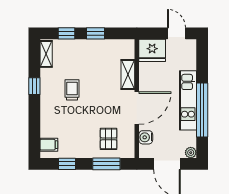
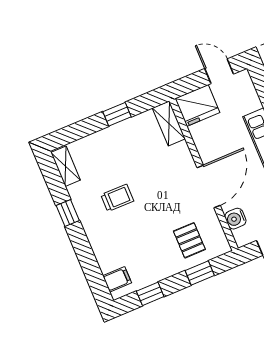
window: (66, 33) -> (80, 130), removed
shelving: (128, 75) -> (169, 123), moved
trolley: (72, 90) -> (117, 198), turned 90
window: (106, 164) -> (200, 273), width x0.67

